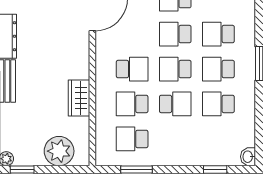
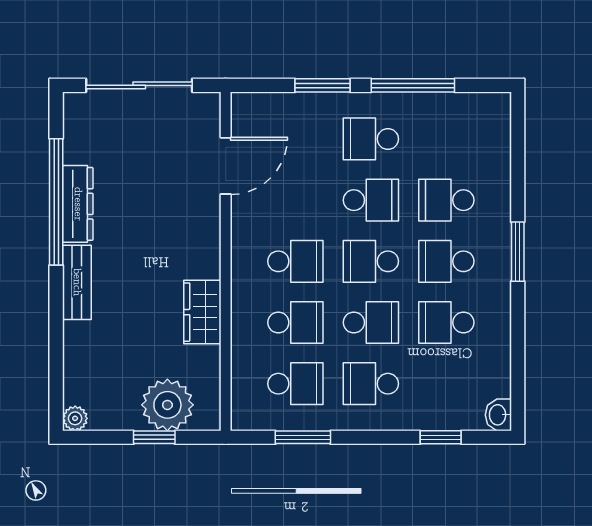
school desk: (175, 34) -> (371, 200), turned 180
school desk: (132, 104) -> (295, 322), turned 180
school desk: (132, 139) -> (295, 384), turned 180
school desk: (175, 139) -> (371, 384), added
window: (22, 170) -> (154, 437), moved

